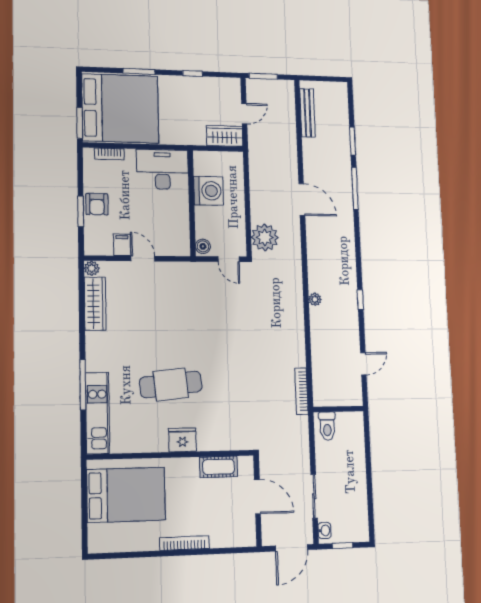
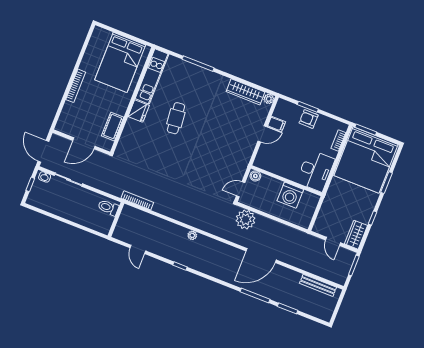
wardrobe: (225, 136) -> (356, 235), moved, turned 180
door: (302, 200) -> (261, 256), width x1.36
cafe table: (171, 384) -> (176, 118), width x0.73, depth x0.74
kitchen unit: (97, 413) -> (152, 76), moved, turned -90

